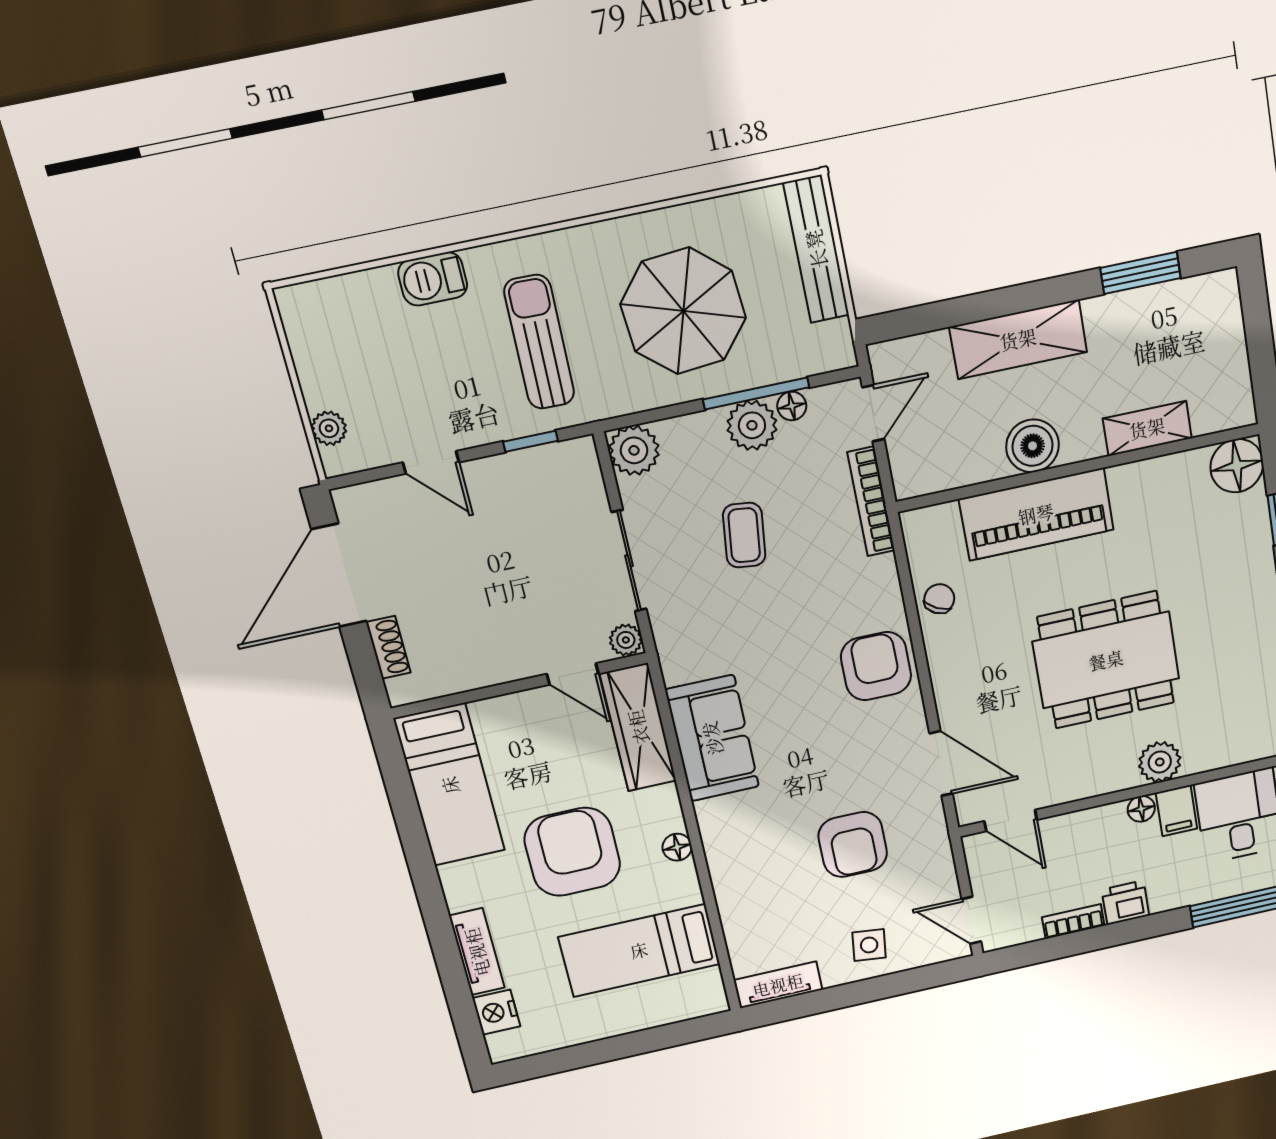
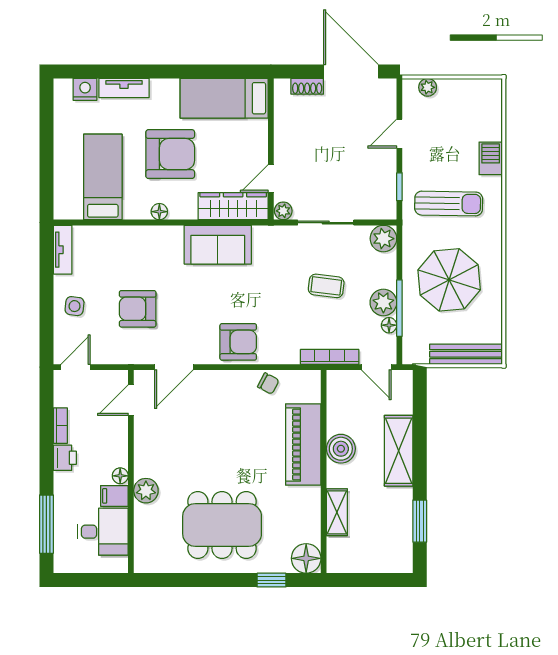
dining table: (1106, 660) -> (222, 525), moved, turned 90

